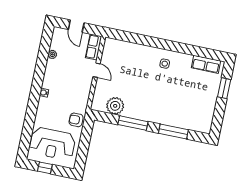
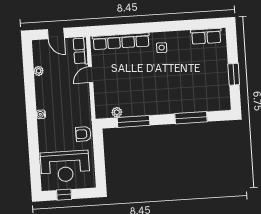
row of seats: (131, 48) -> (121, 41), added
door: (97, 70) -> (91, 75), swing flipped
window: (224, 88) -> (234, 74), moved
plant: (115, 106) -> (117, 112), width x0.53, depth x0.53
window: (133, 123) -> (134, 121), moved

